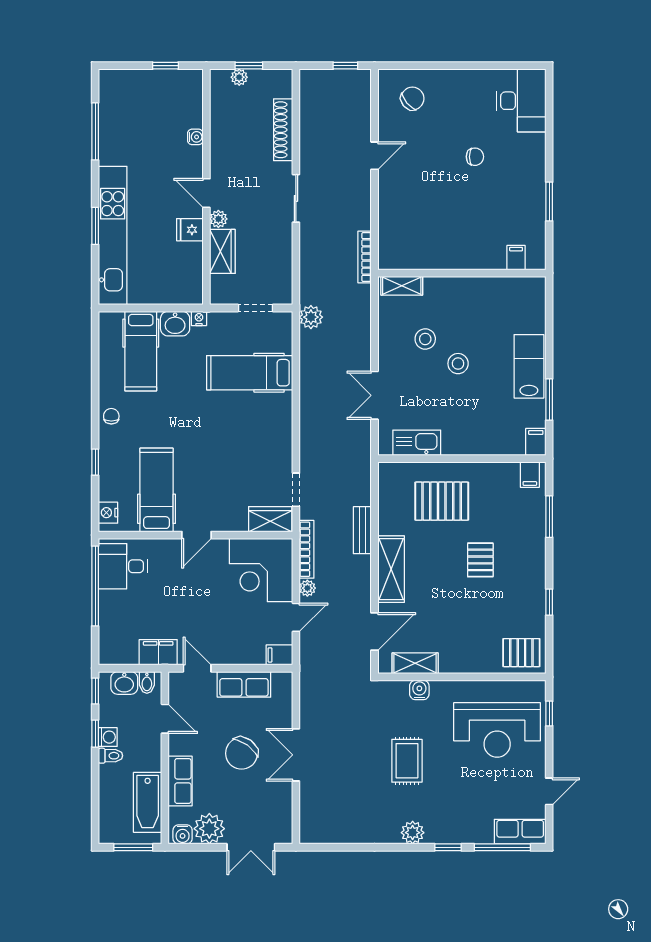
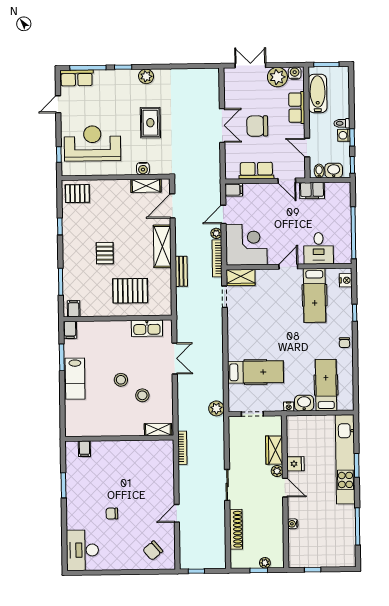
desk: (123, 566) -> (319, 248), moved, turned 90
chair: (242, 753) -> (257, 126), turned -126

